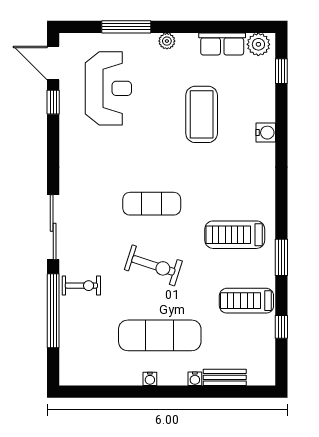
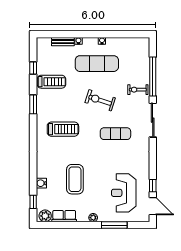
water cooler: (266, 133) -> (41, 183), moved
exercise mat: (152, 204) -> (115, 134), moved
treadmill: (235, 235) -> (63, 129), moved

